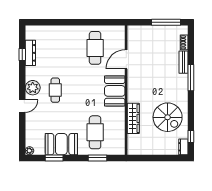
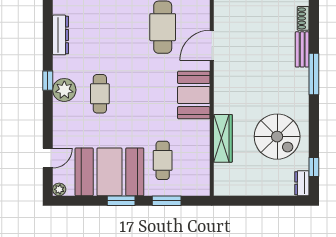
window: (22, 55) -> (48, 81), moved
door: (22, 106) -> (48, 158), moved
cafe table: (95, 132) -> (163, 160), width x0.73, depth x0.74
booth: (61, 144) -> (109, 172), width x1.36, depth x1.42
window: (54, 158) -> (121, 201), moved

